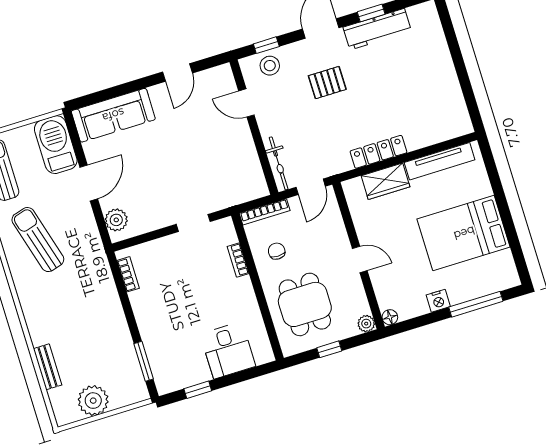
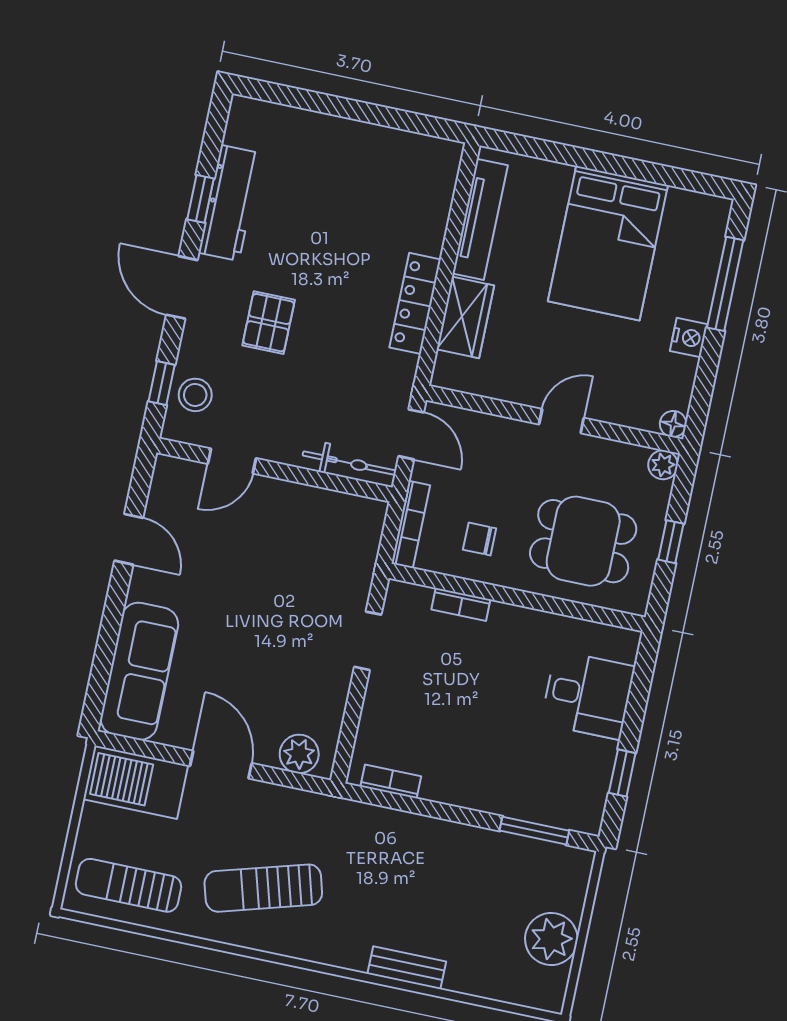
bench: (48, 367) -> (407, 968), moved

